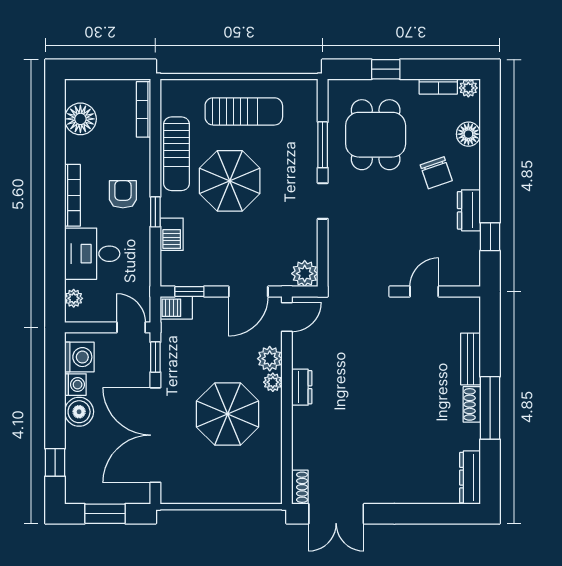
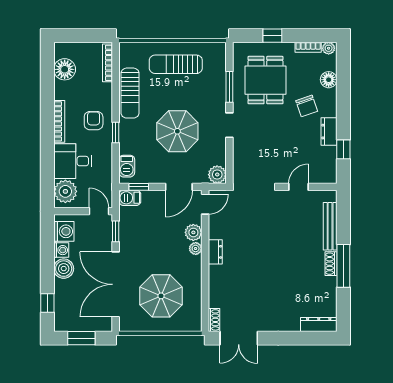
sun lounger: (244, 111) -> (176, 64), turned 180
parasol: (230, 181) -> (177, 131), moved
barbecue: (172, 234) -> (127, 166), moved
plant: (74, 298) -> (65, 191), width x1.87, depth x1.87
bench: (471, 359) -> (330, 226), width x1.36
parasol: (228, 414) -> (161, 296), moved
dresser: (470, 478) -> (319, 324), moved, turned 90

